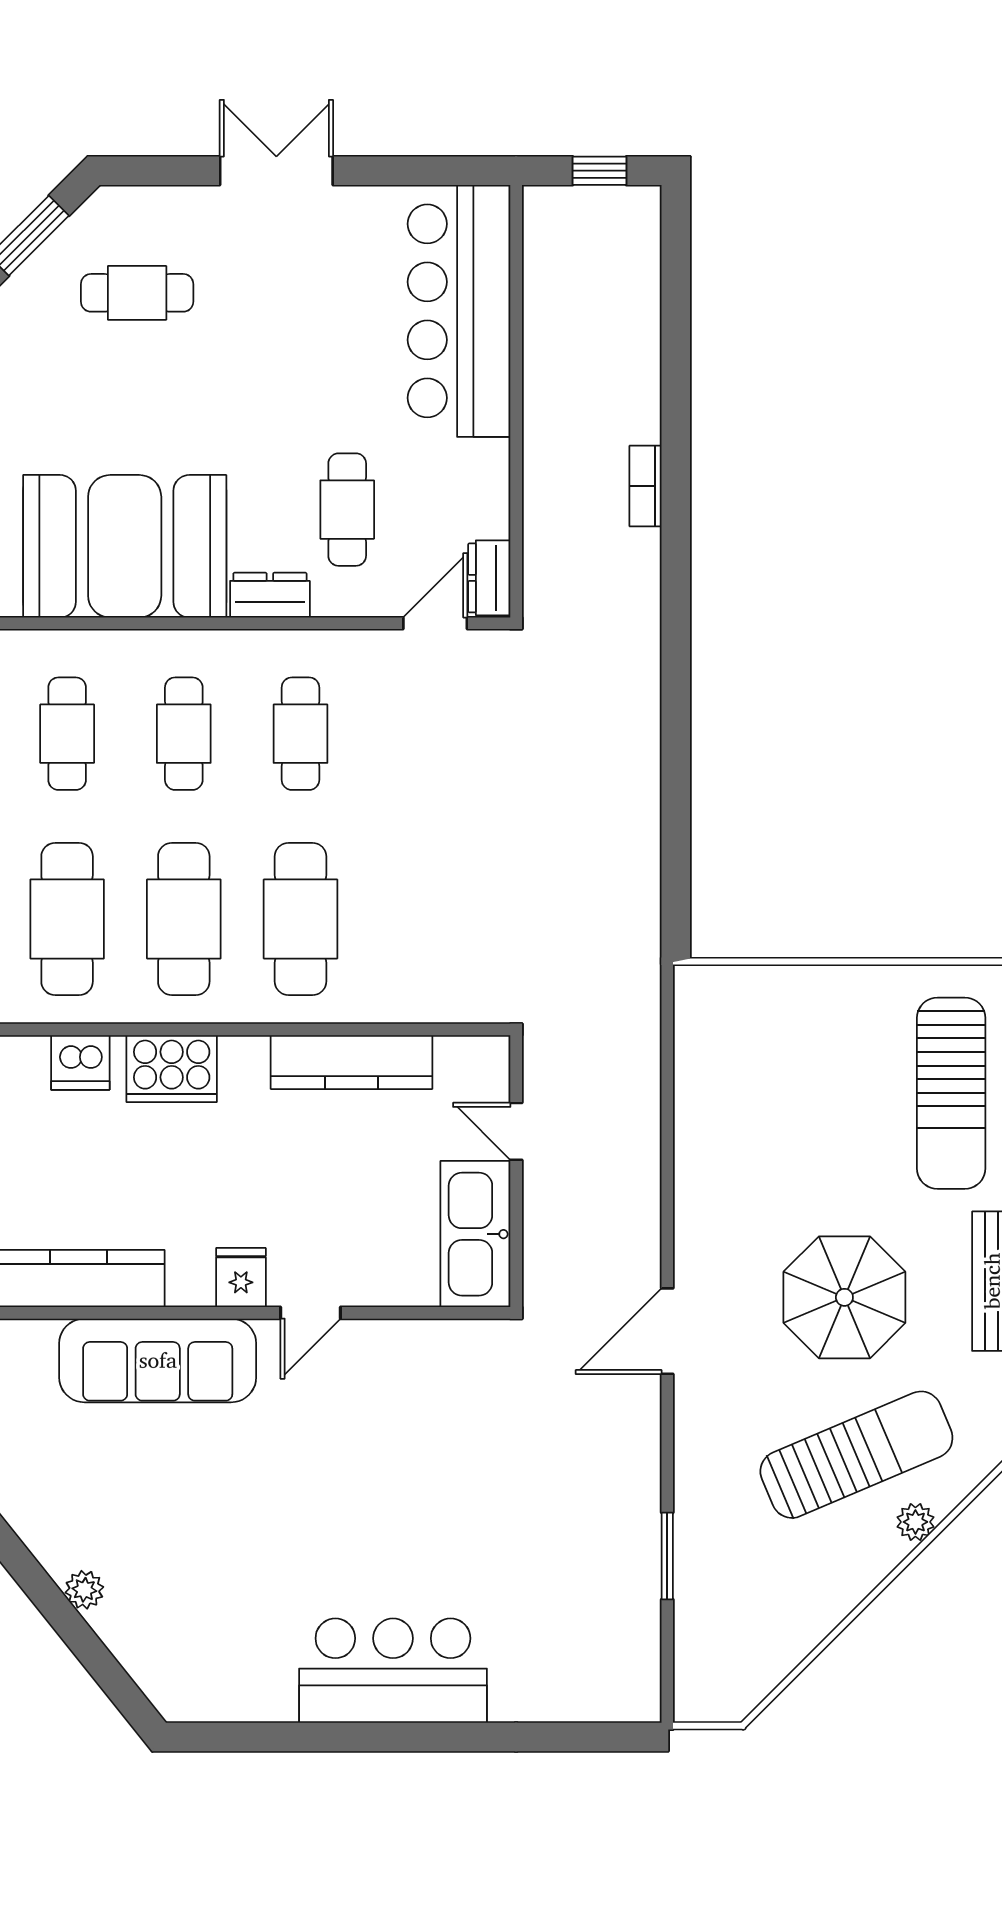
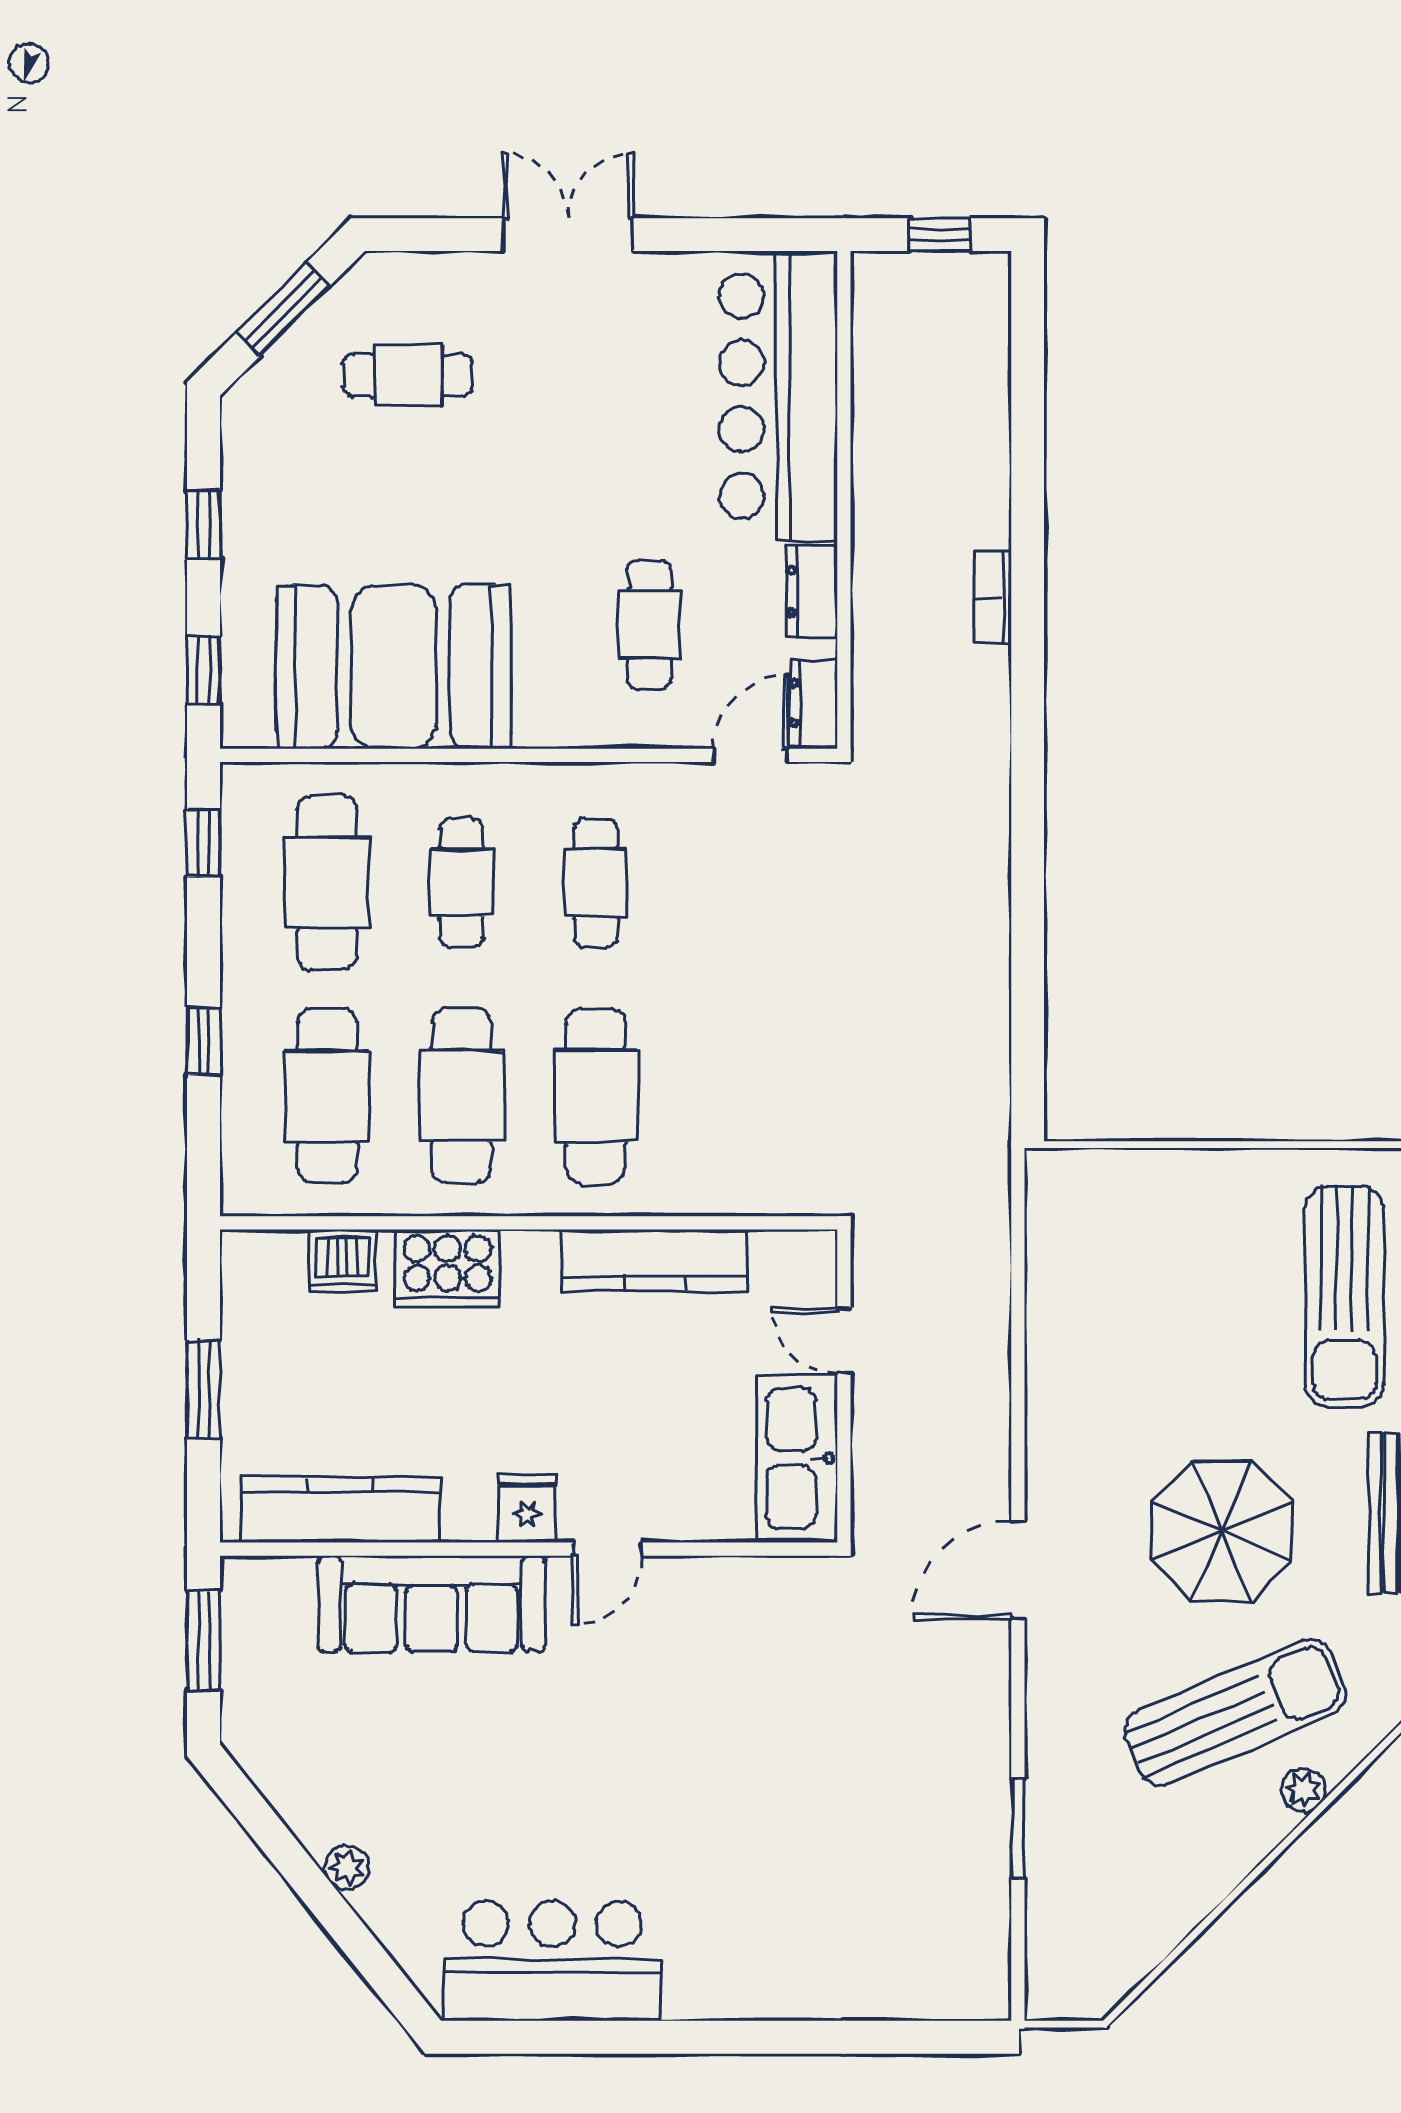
dresser: (270, 595) -> (812, 591), moved, turned -90
cafe table: (67, 734) -> (327, 883), width x1.37, depth x1.35
bar counter: (393, 1671) -> (552, 1961), moved

